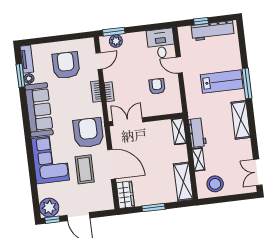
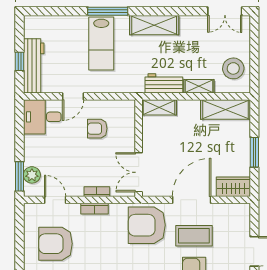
workbench: (213, 31) -> (34, 66), moved
lab bench: (222, 82) -> (101, 44), turned 180

